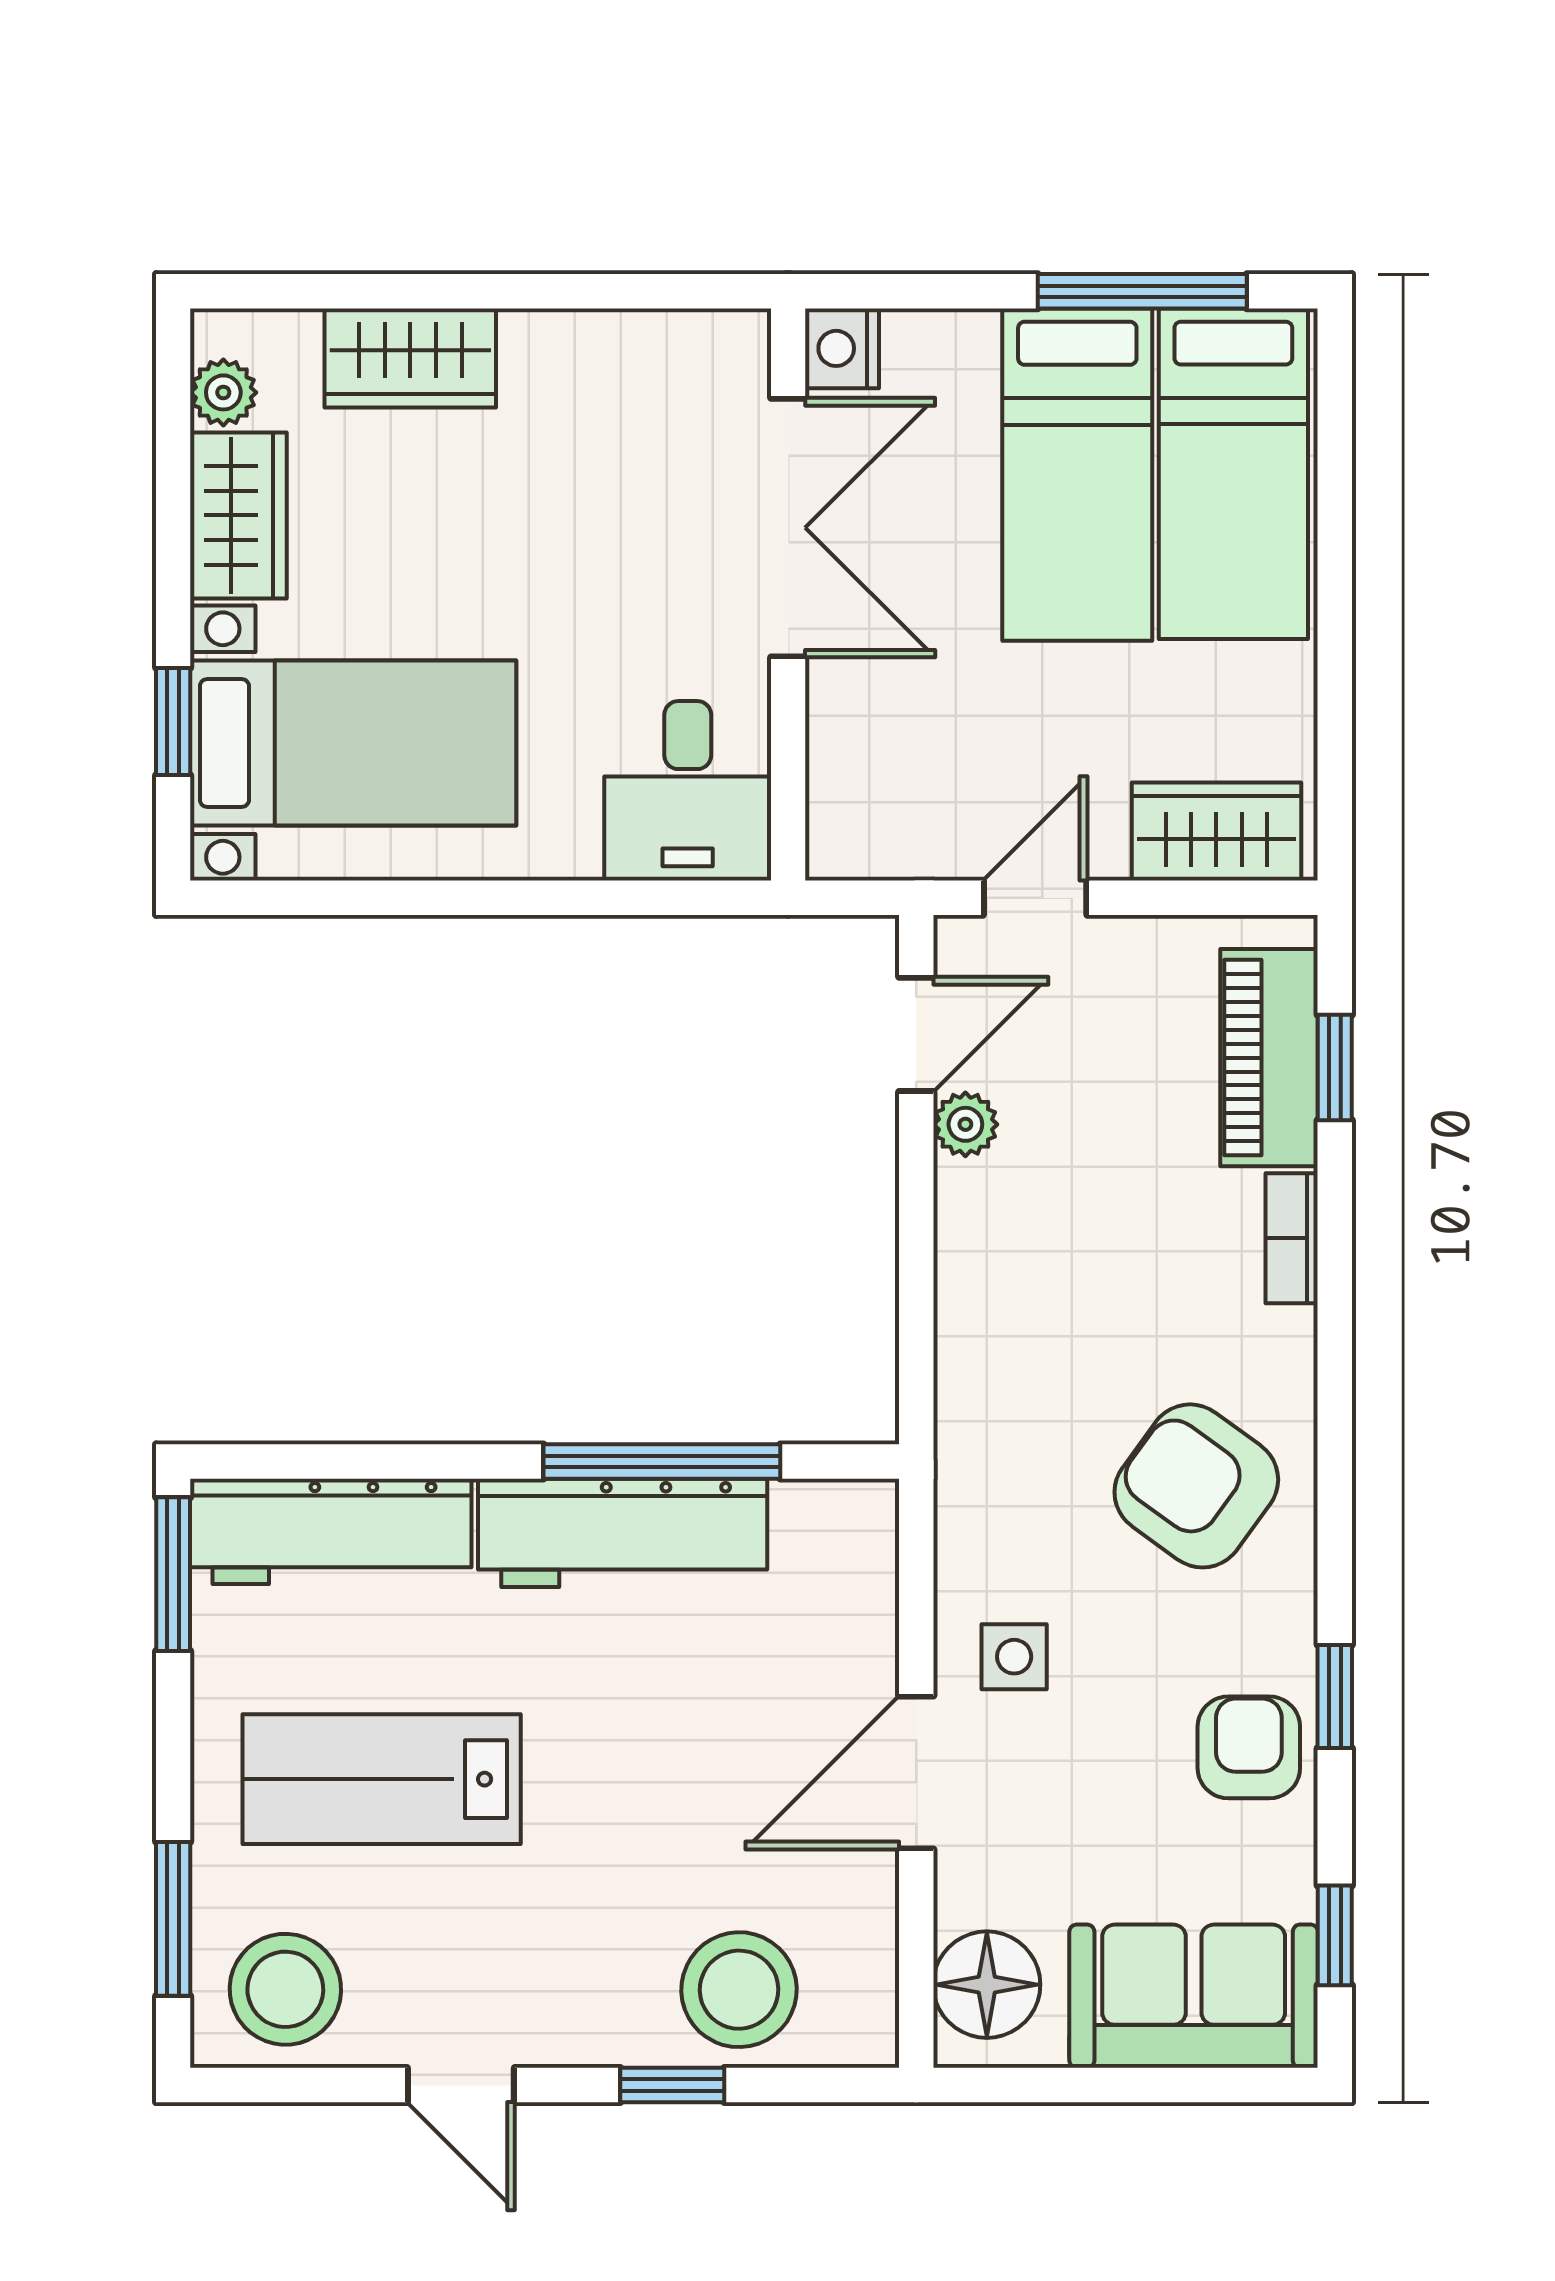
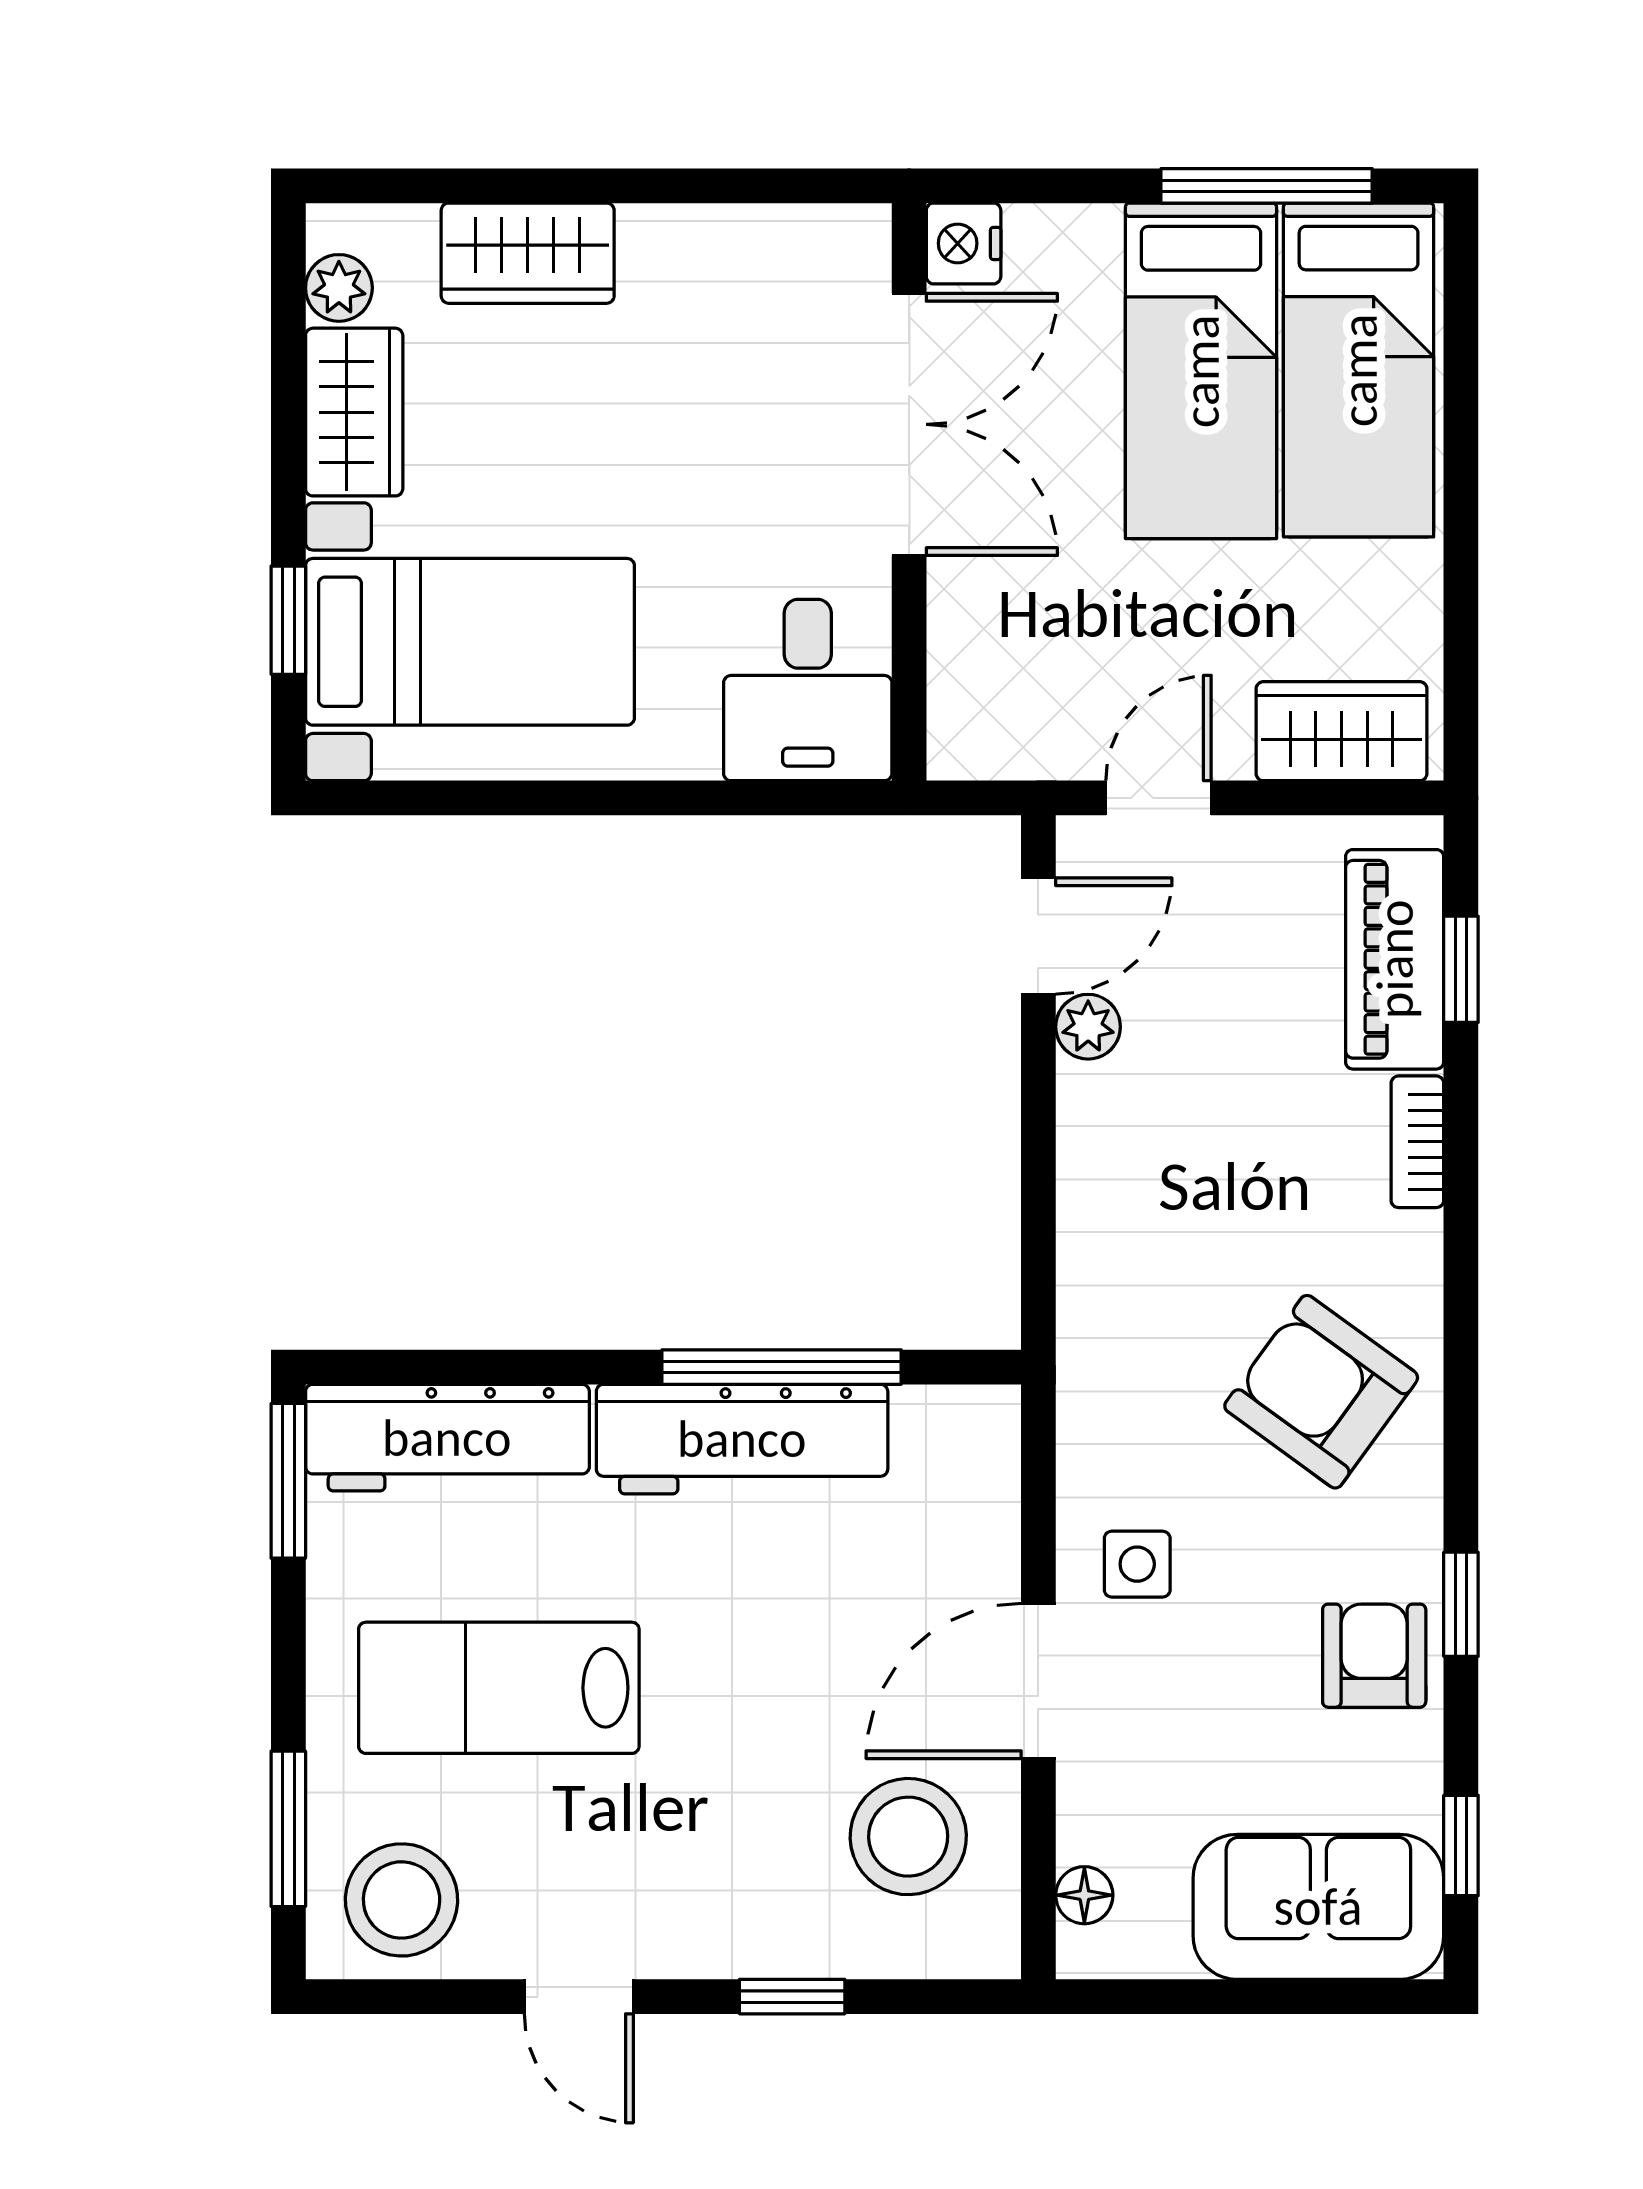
floor lamp: (987, 1985) -> (1084, 1895), width x0.53, depth x0.53
stool: (739, 1990) -> (908, 1837), moved

